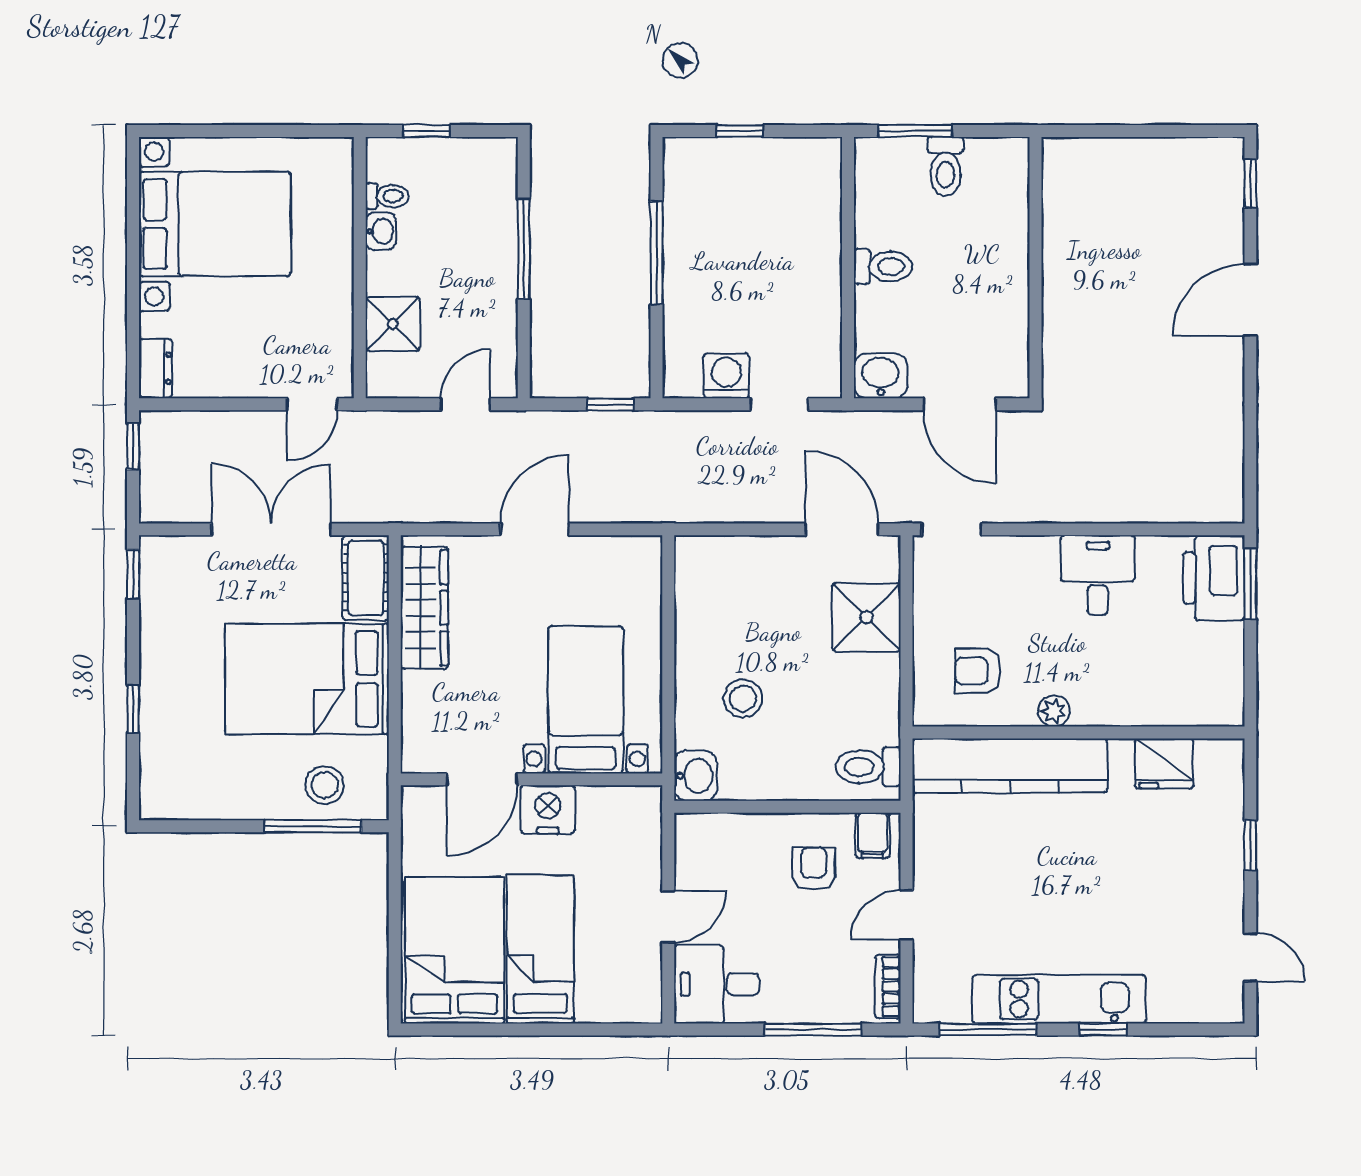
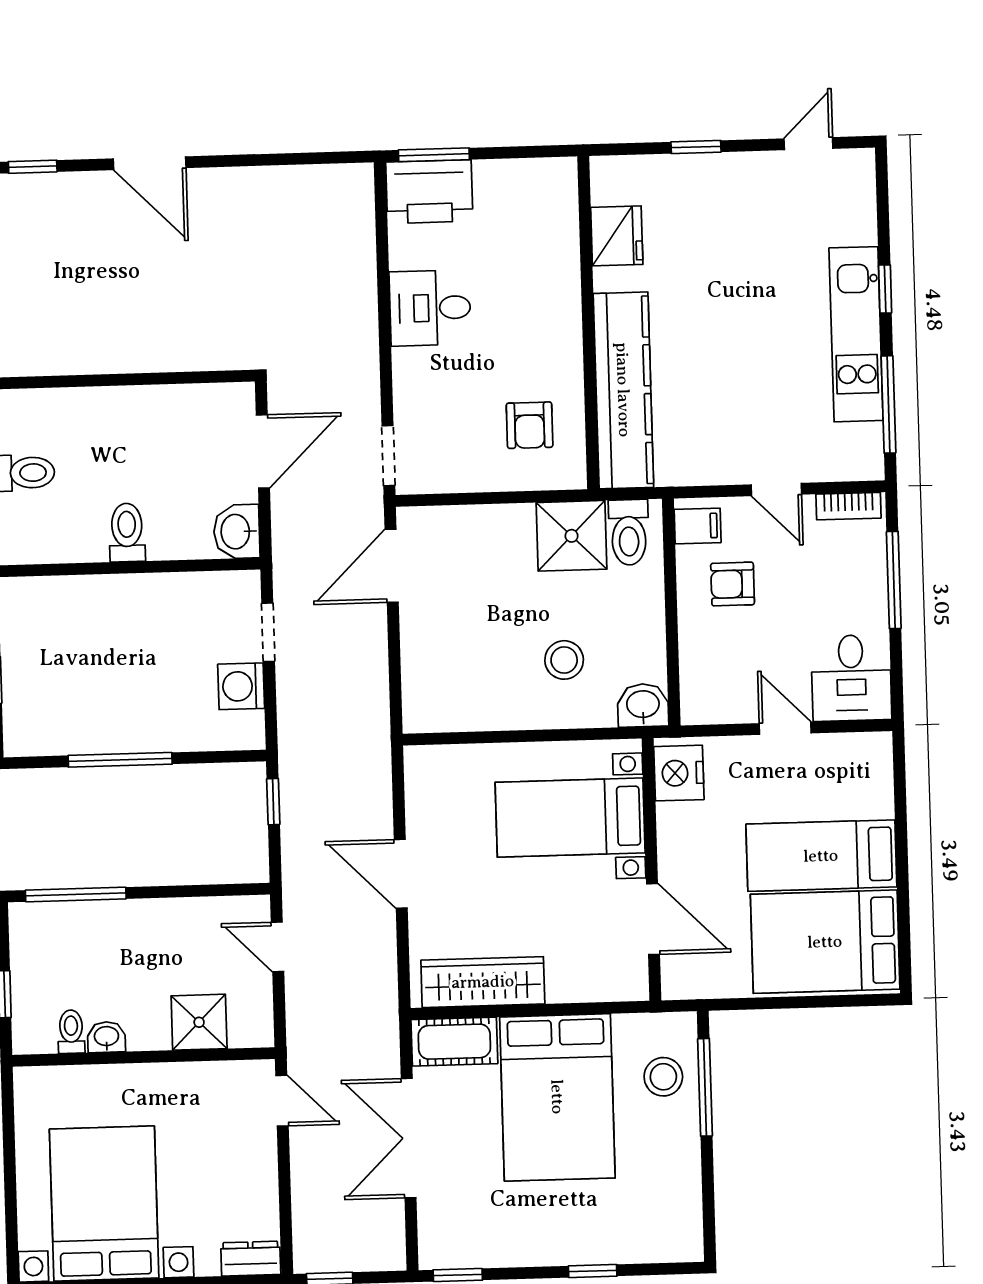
window: (524, 249) -> (76, 894), moved
shower: (866, 617) -> (572, 536), moved
plant: (1054, 711) -> (567, 348), removed
nightstand: (548, 810) -> (679, 773), moved

